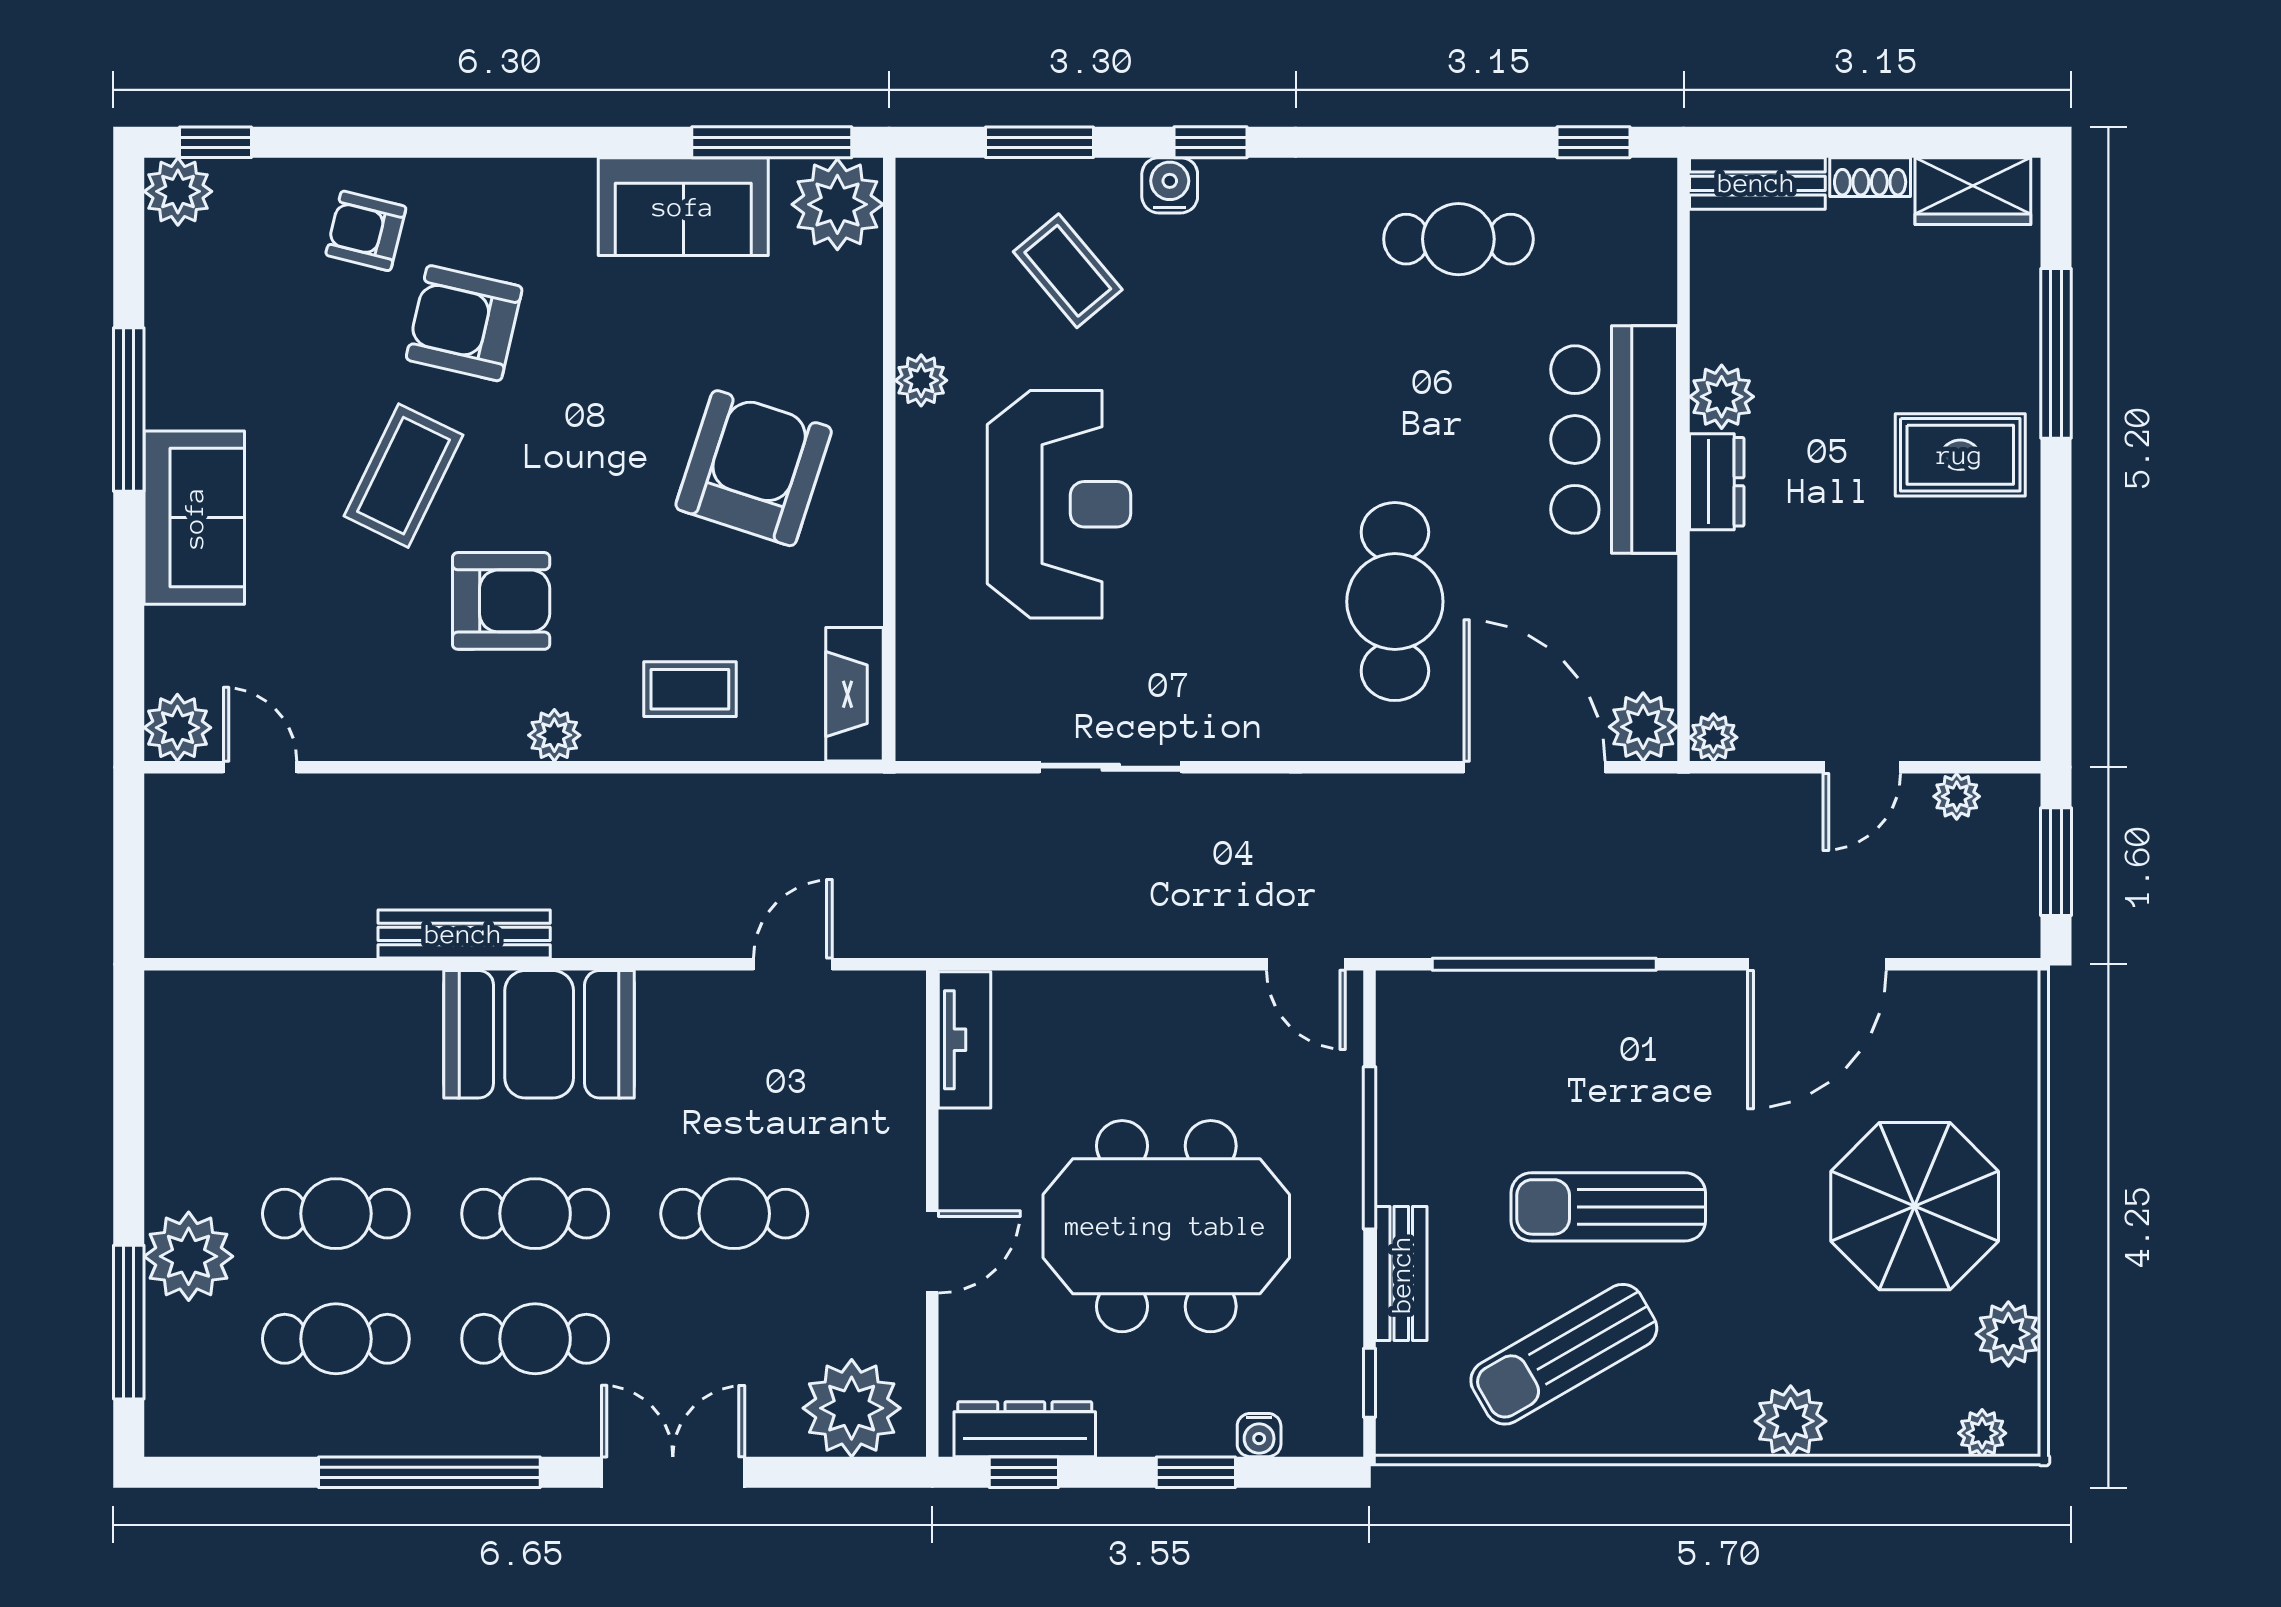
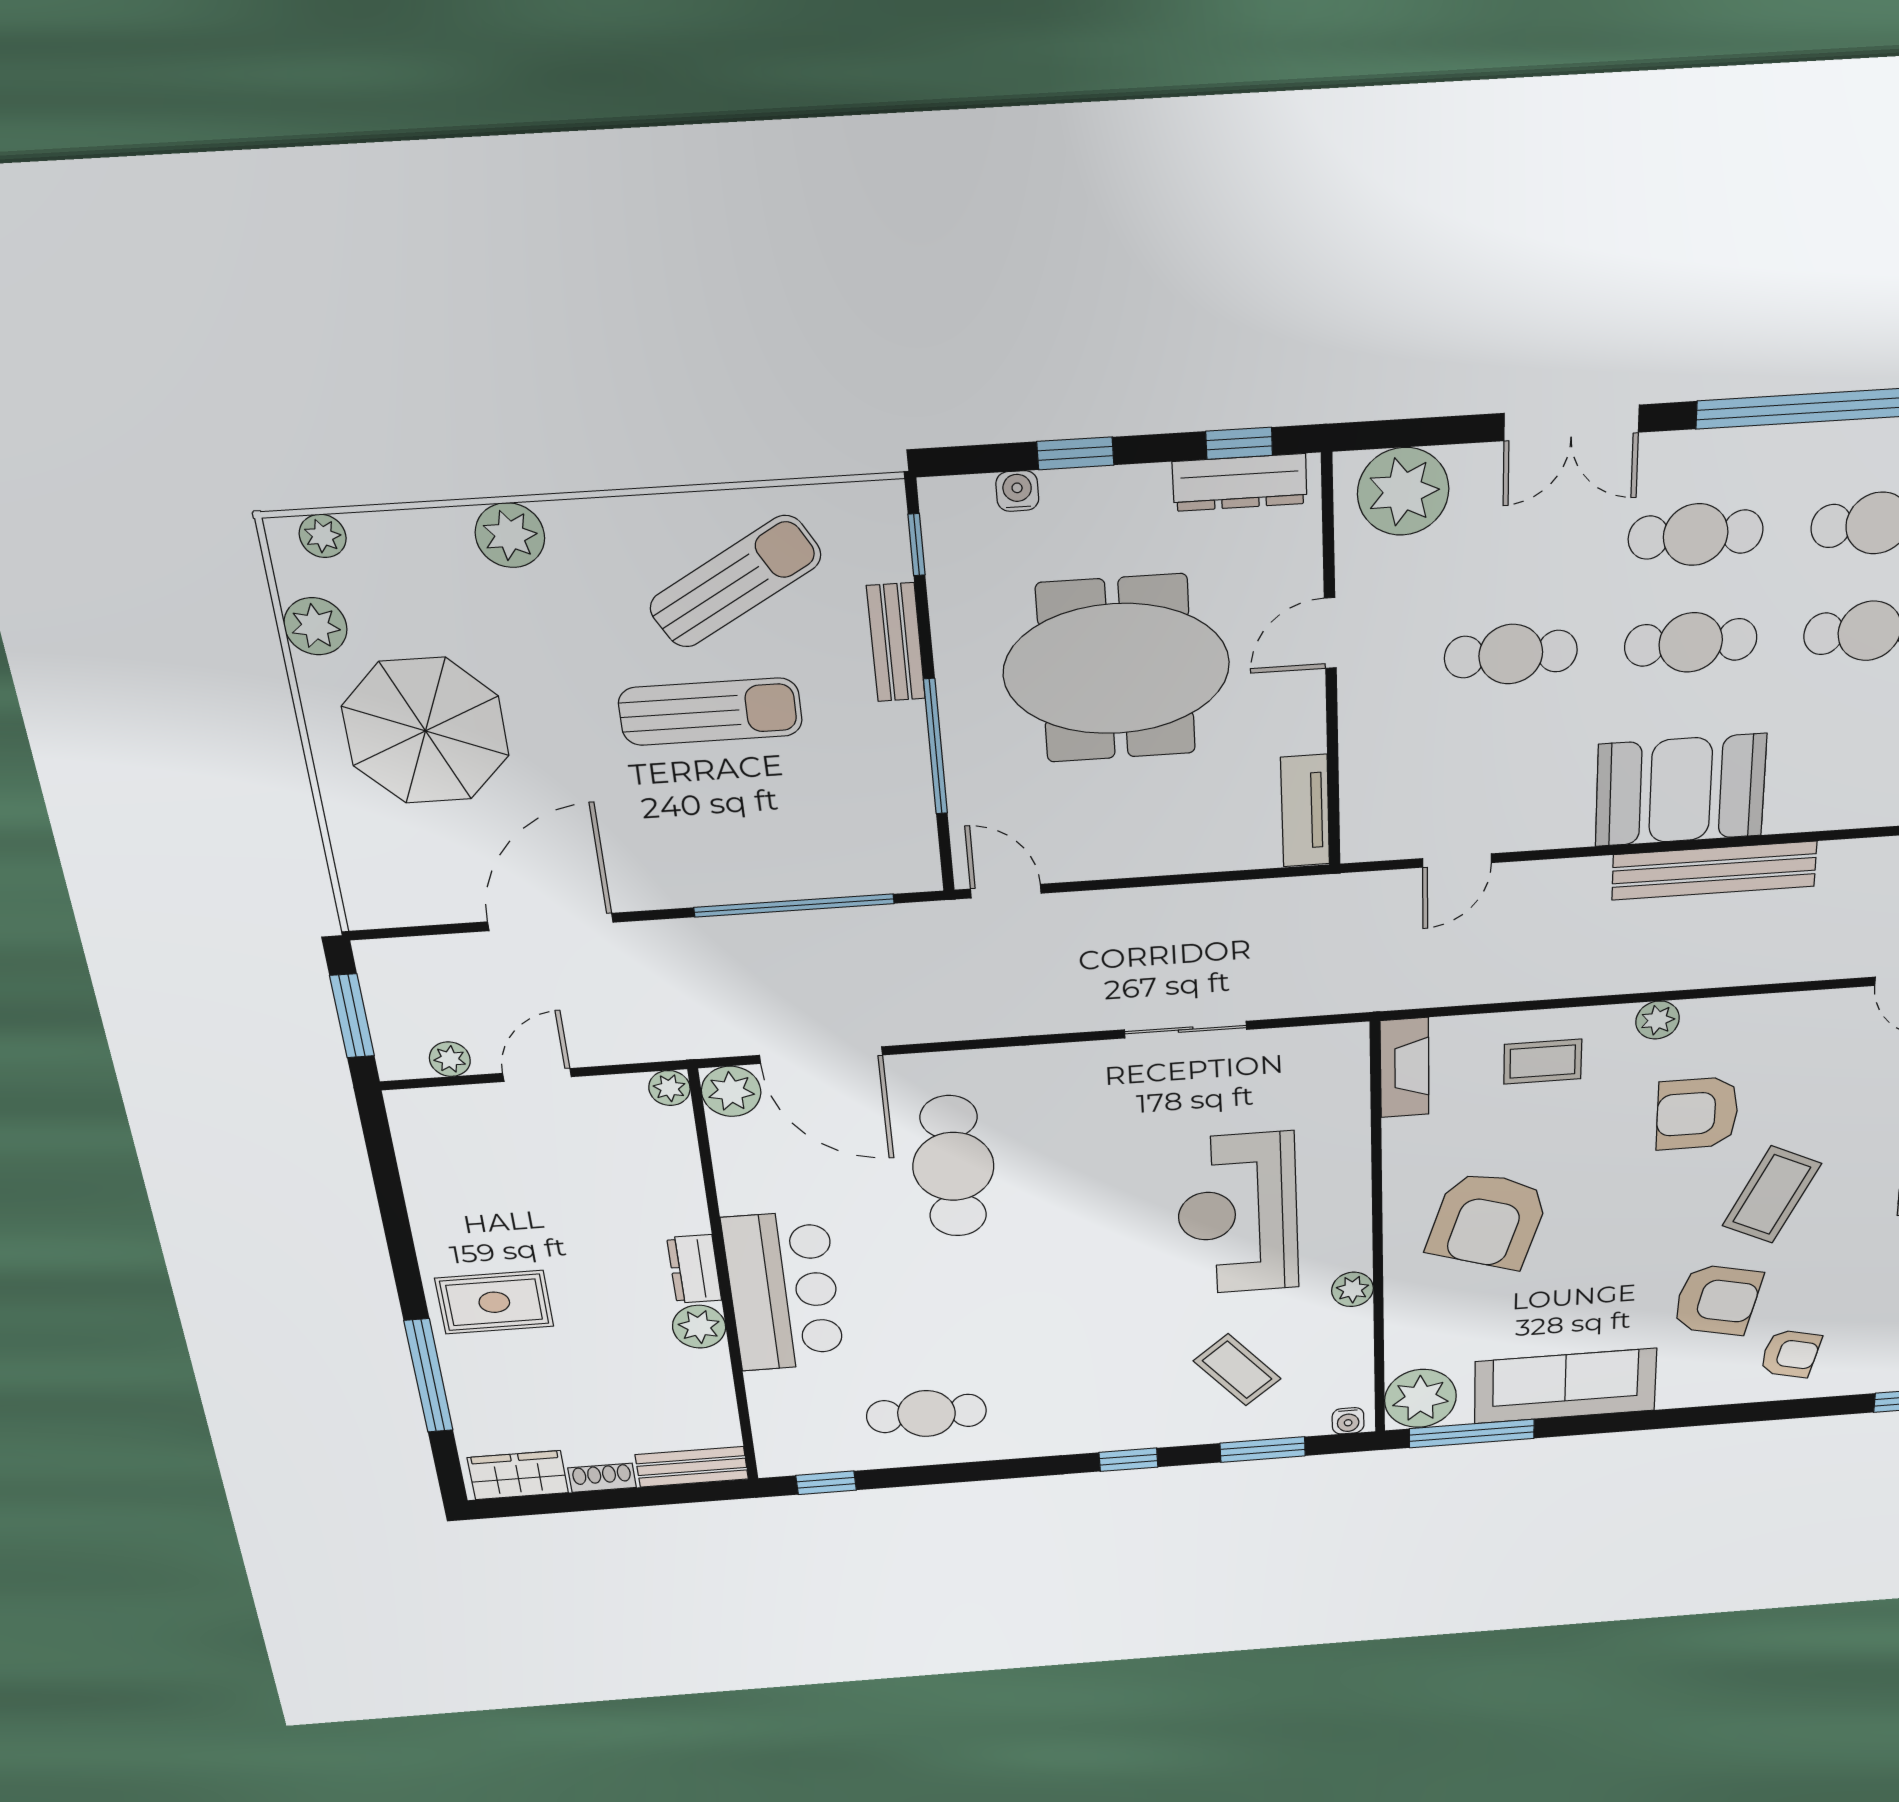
water cooler: (1170, 185) -> (1348, 1421), moved, width x0.72, depth x0.72
sofa: (683, 207) -> (1565, 1386), width x1.36
bench: (464, 934) -> (1714, 871), width x1.37, depth x1.21

